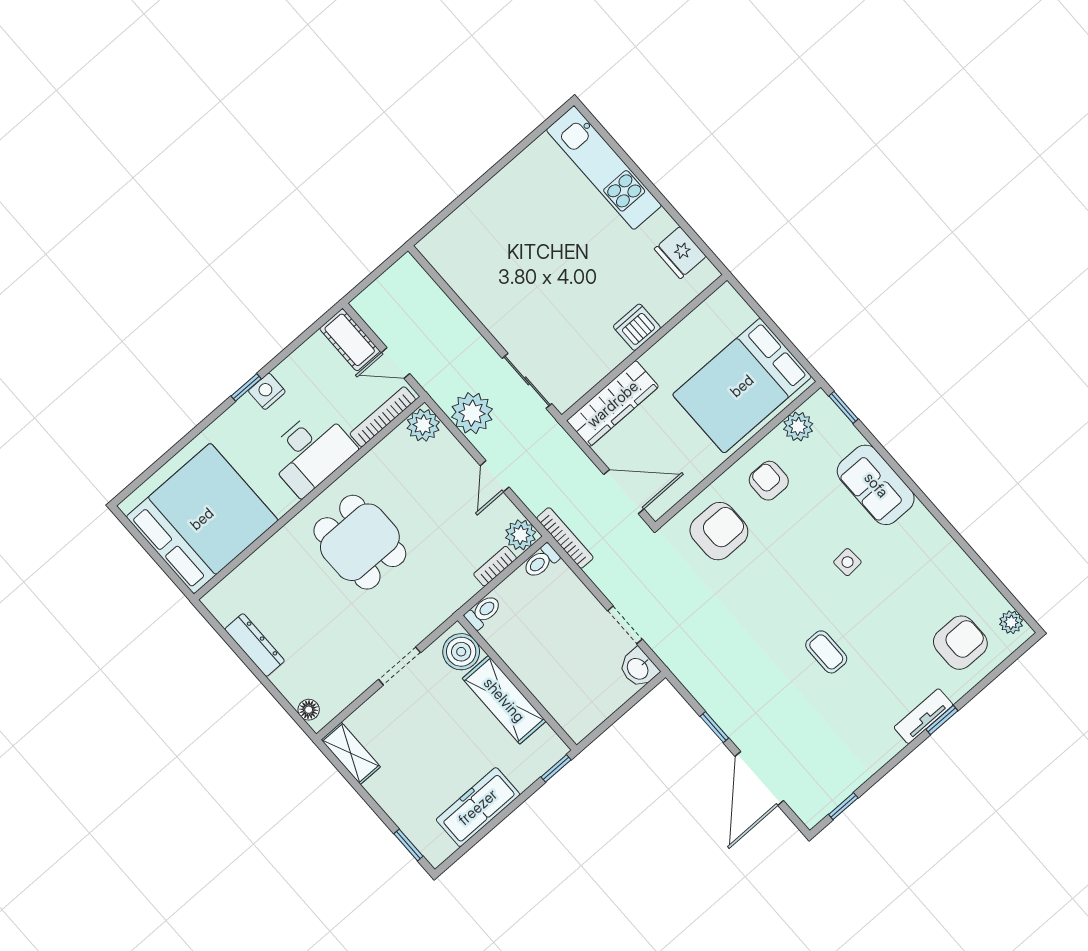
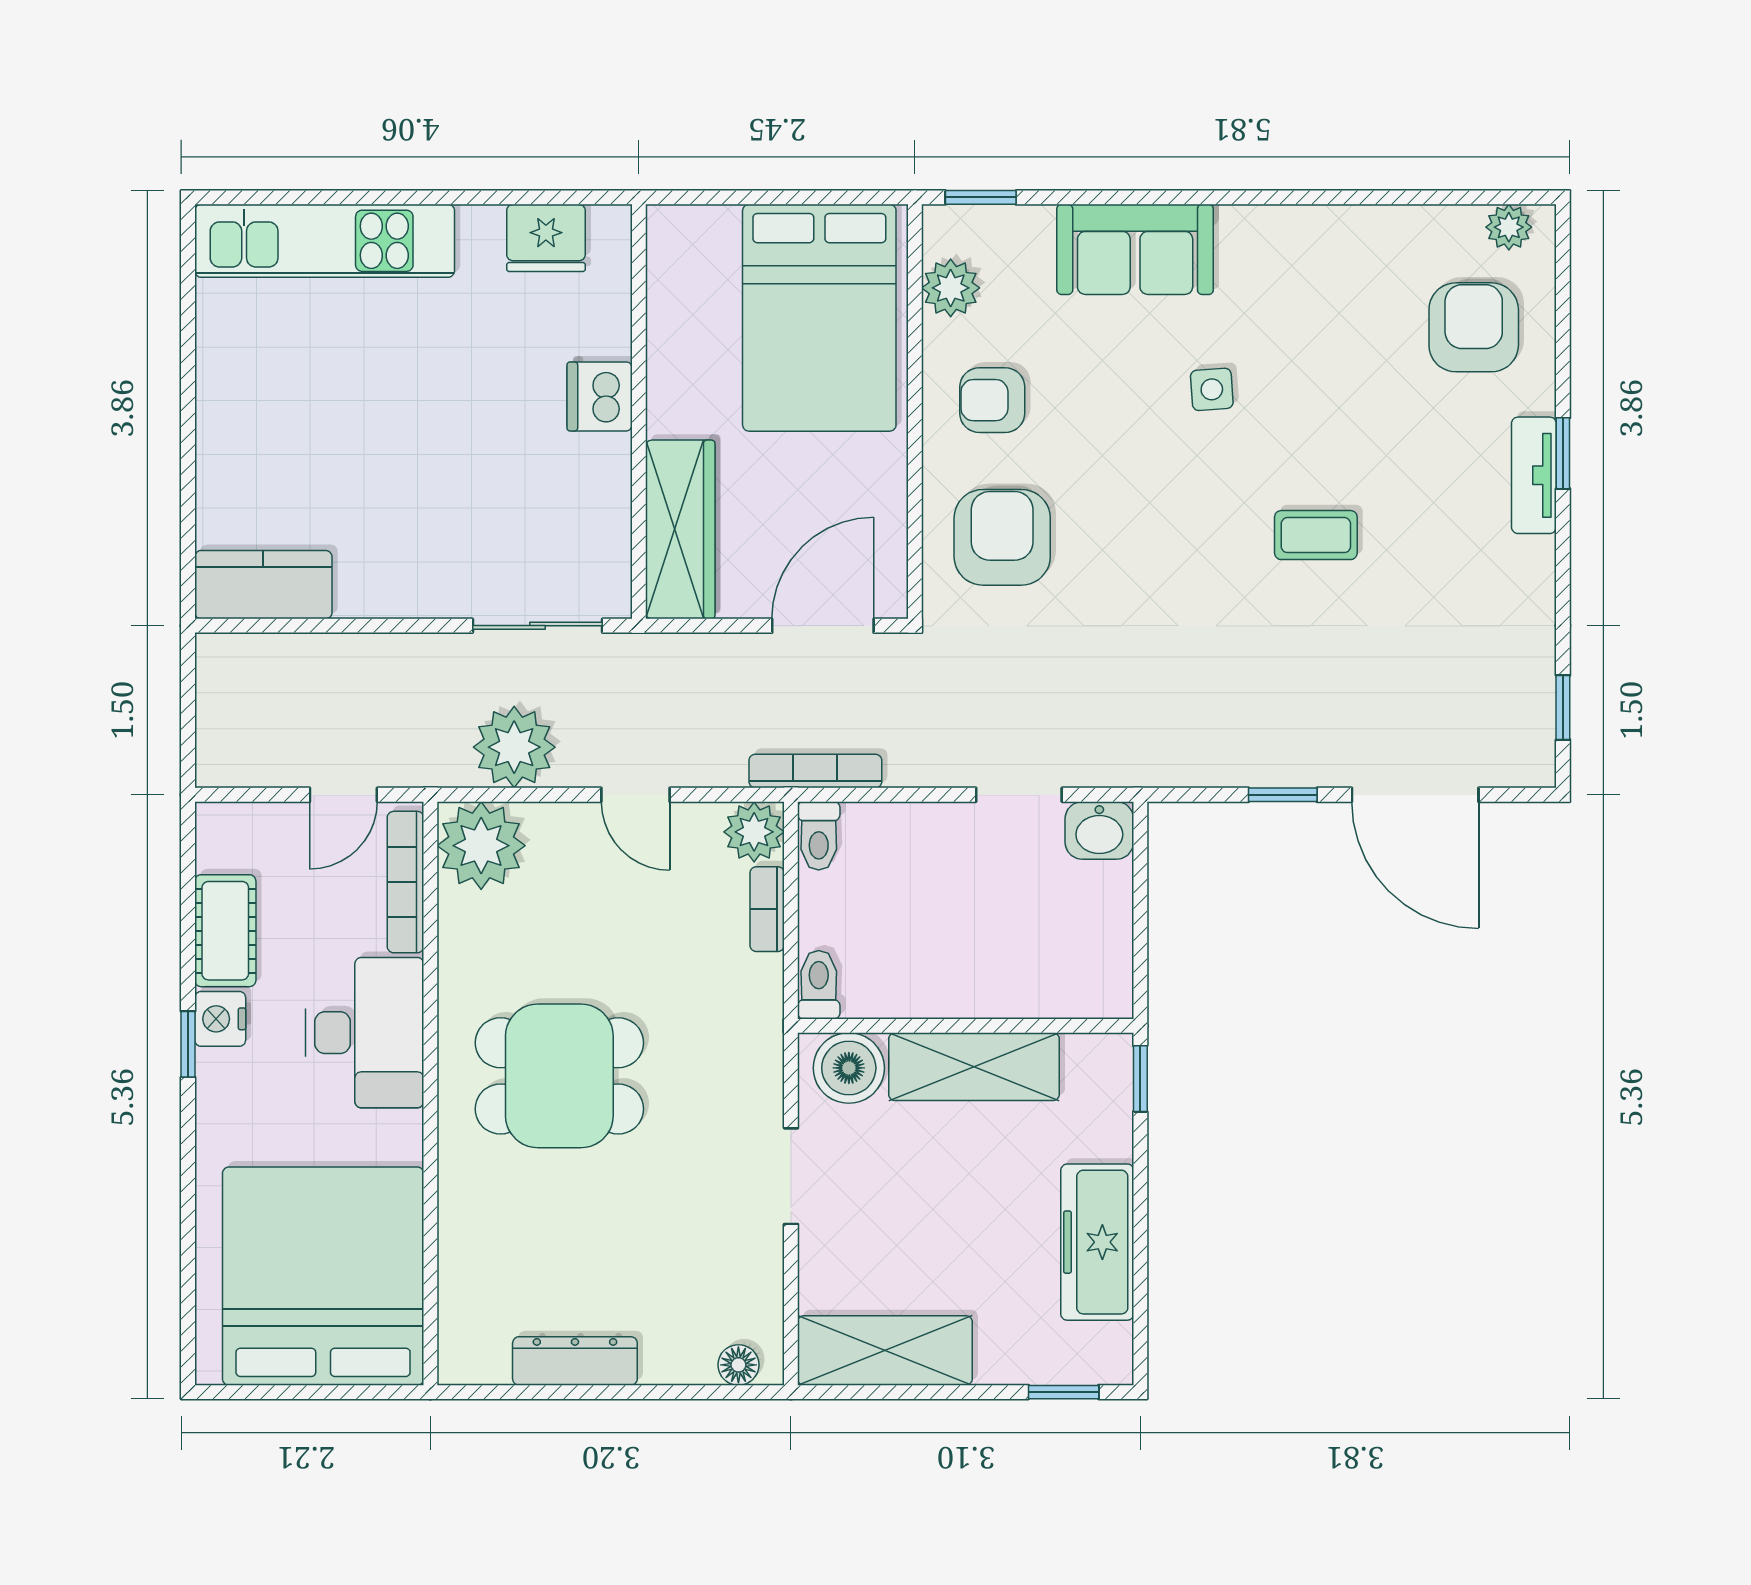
kitchen counter: (450, 261) -> (263, 585), added
cot: (350, 340) -> (225, 931), moved, turned 90
plant: (423, 425) -> (481, 846), width x1.36, depth x1.36
shelving: (351, 753) -> (885, 1350), width x1.50, depth x1.33

